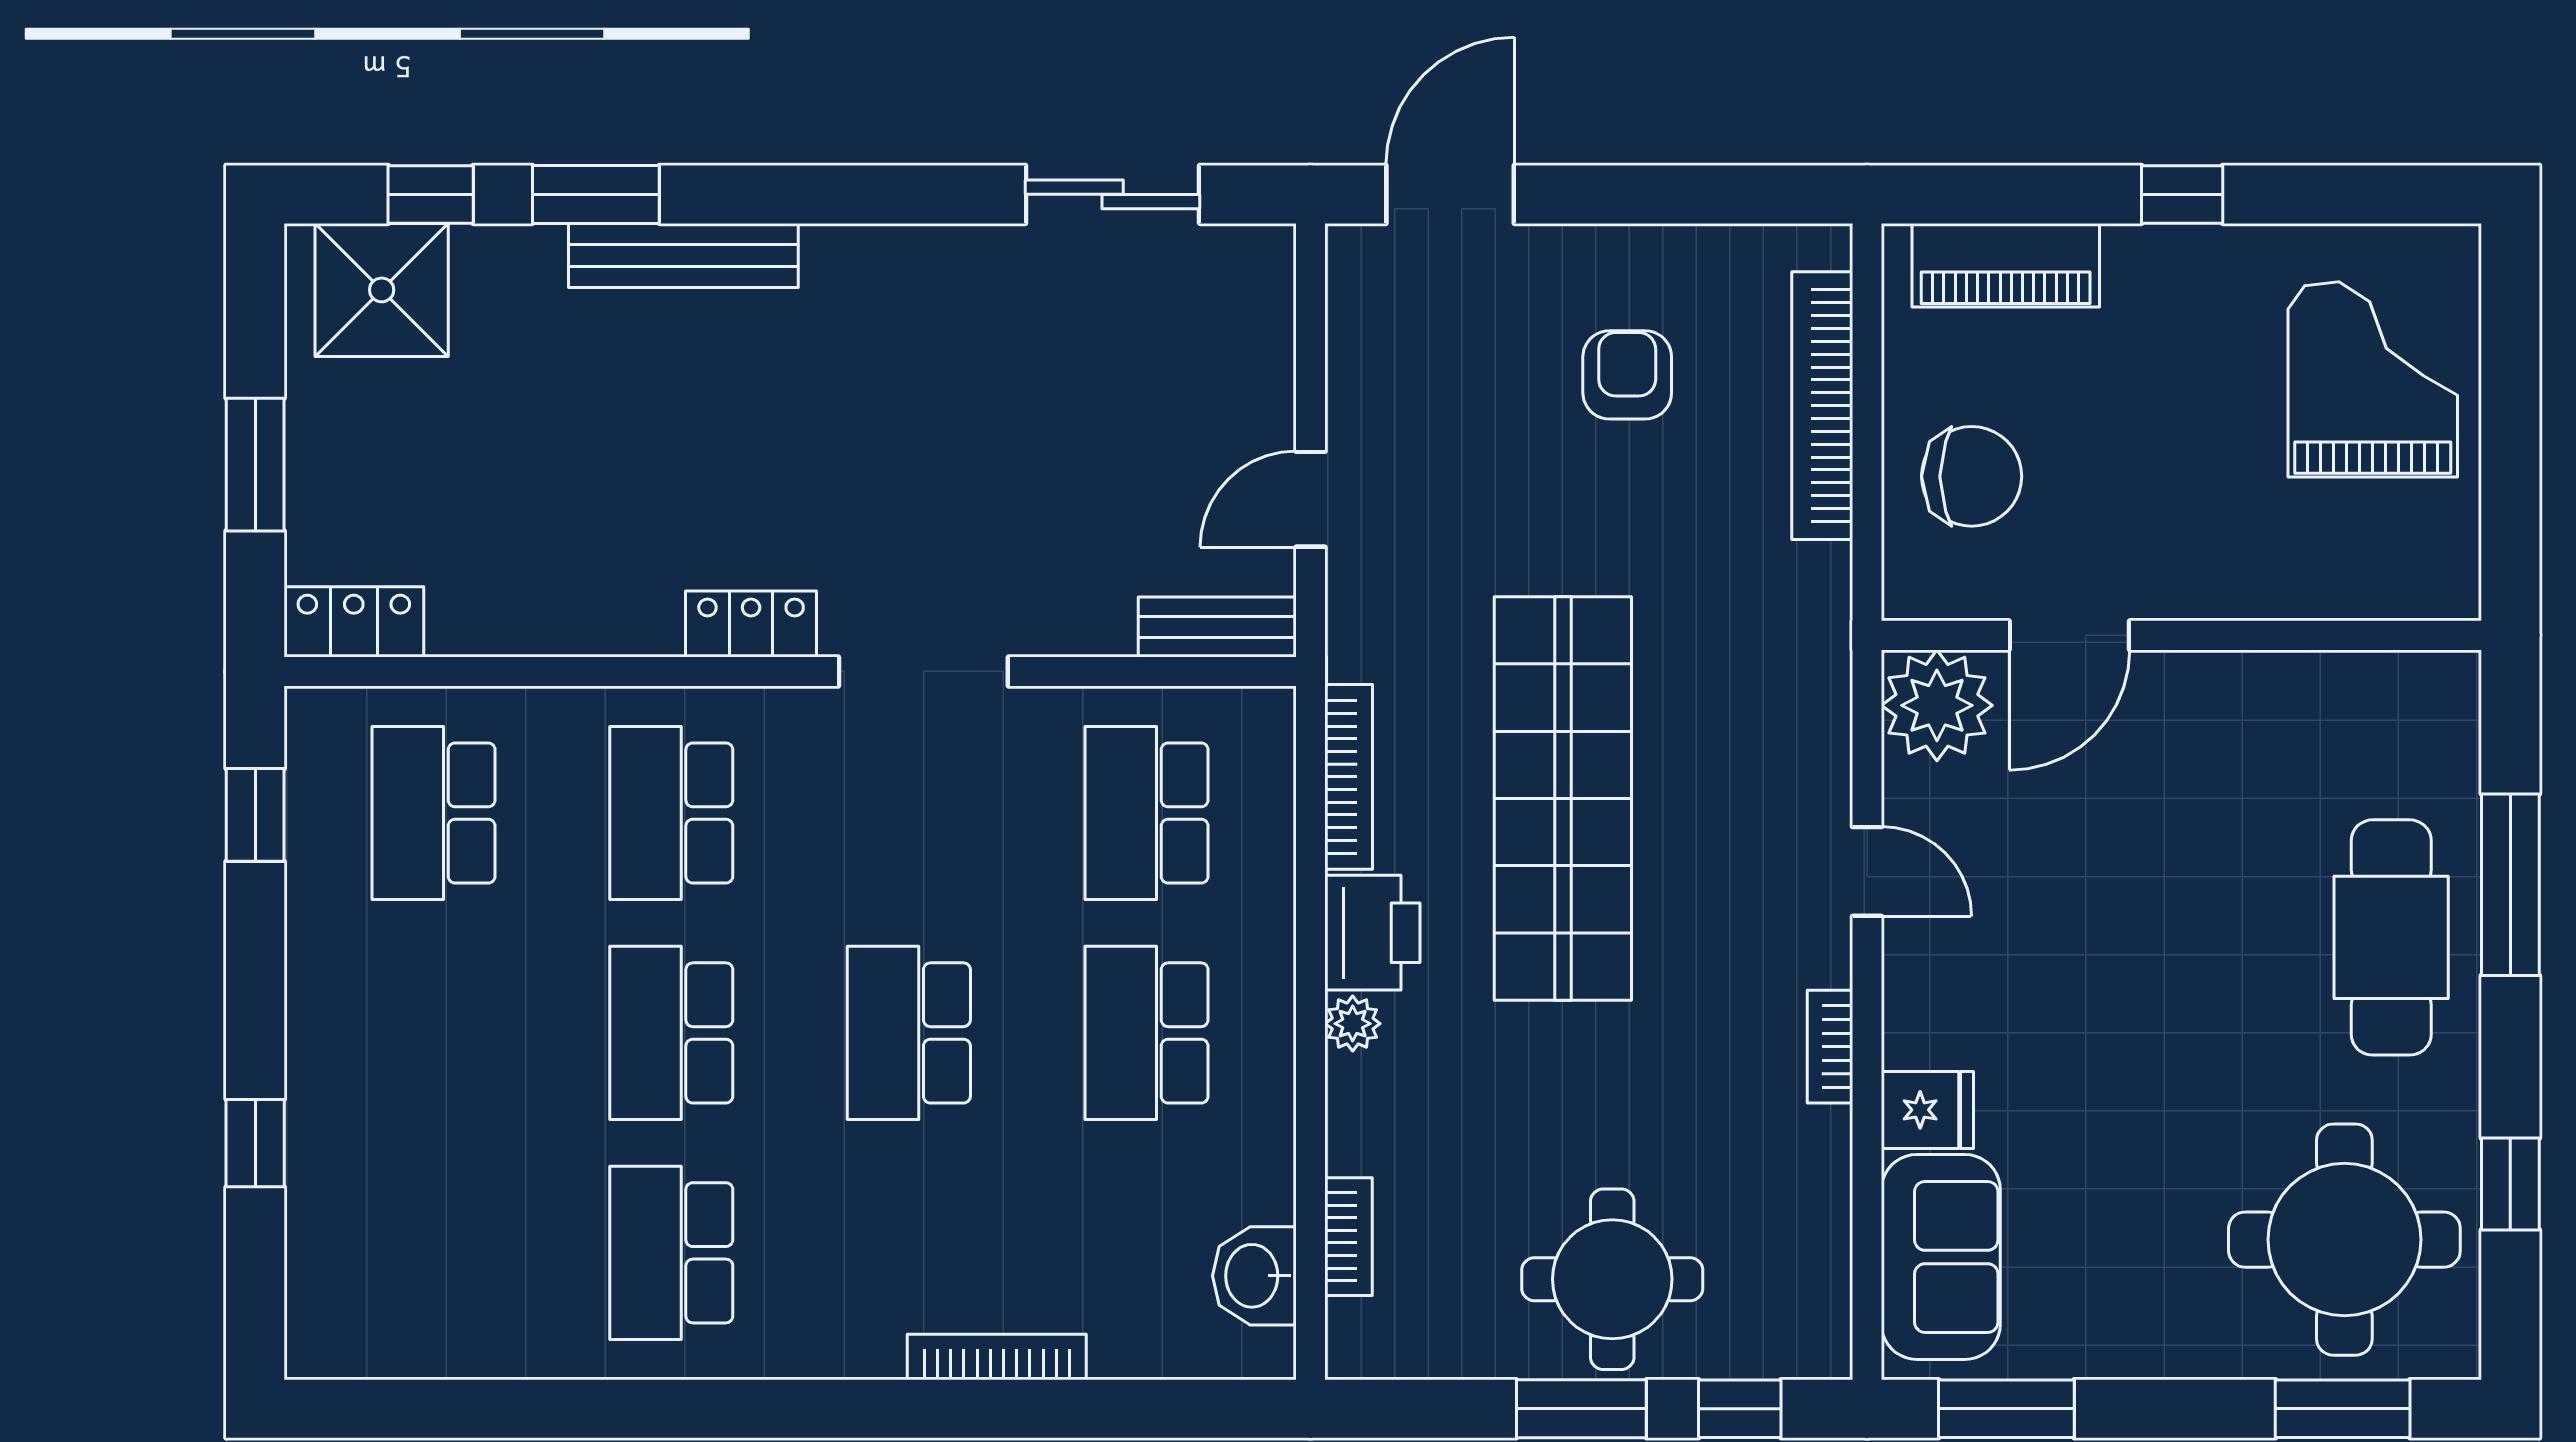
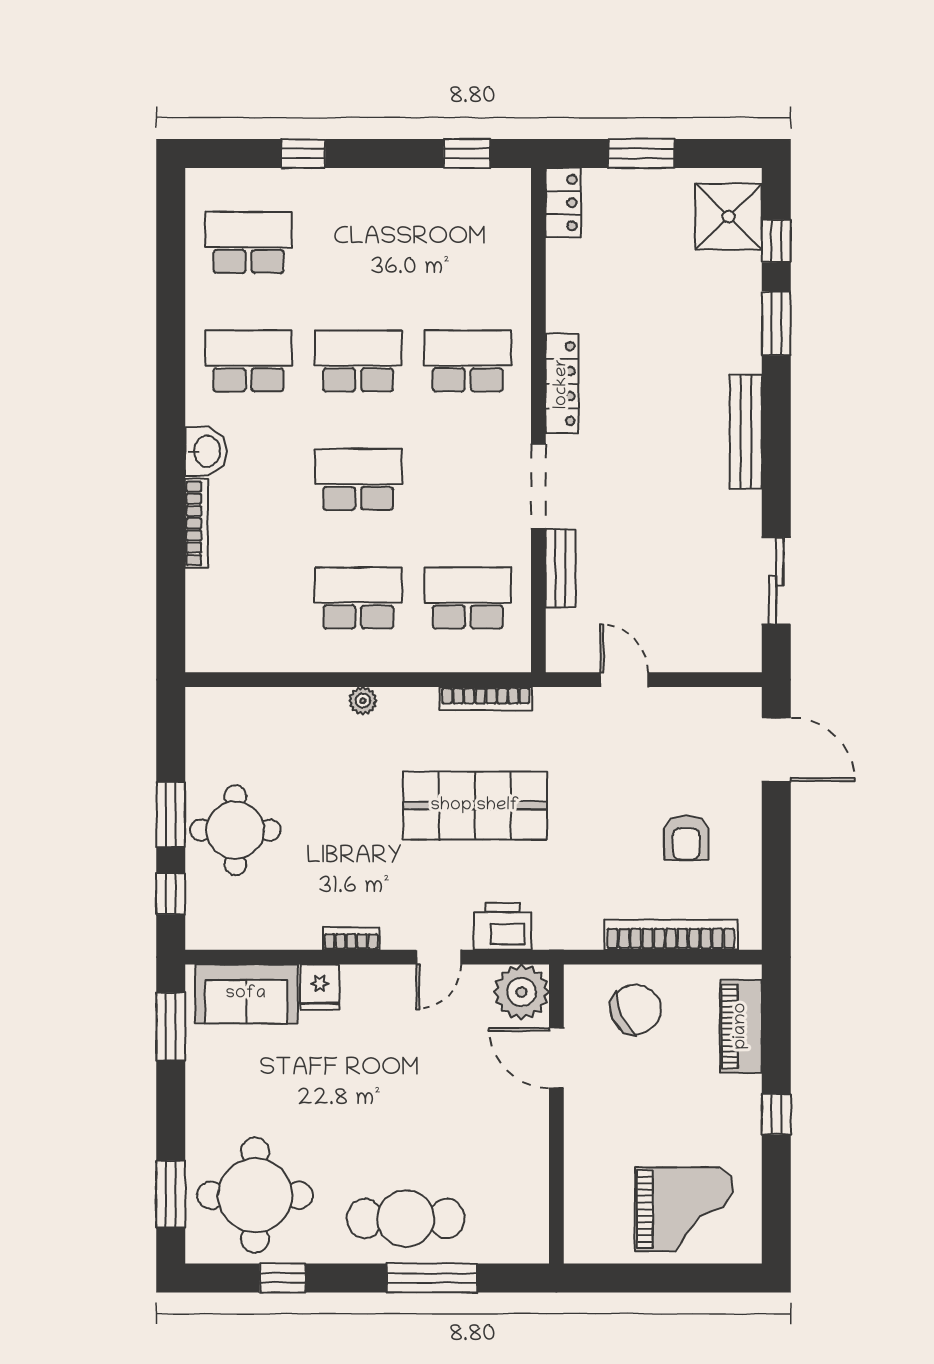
bench: (683, 255) -> (746, 432), moved
armchair: (1627, 375) -> (686, 838), turned 90
chair: (1972, 476) -> (636, 1009), turned -114
locker: (751, 624) -> (562, 384), width x1.53
bench: (1217, 627) -> (561, 568), moved
shop shelf: (1563, 798) -> (475, 806), width x0.71
school desk: (434, 813) -> (248, 242), moved
printer: (1372, 933) -> (502, 926), moved, turned 180
bookcase: (1349, 1237) -> (257, 699), removed
washbasin: (1254, 1276) -> (206, 451), moved, turned 90

